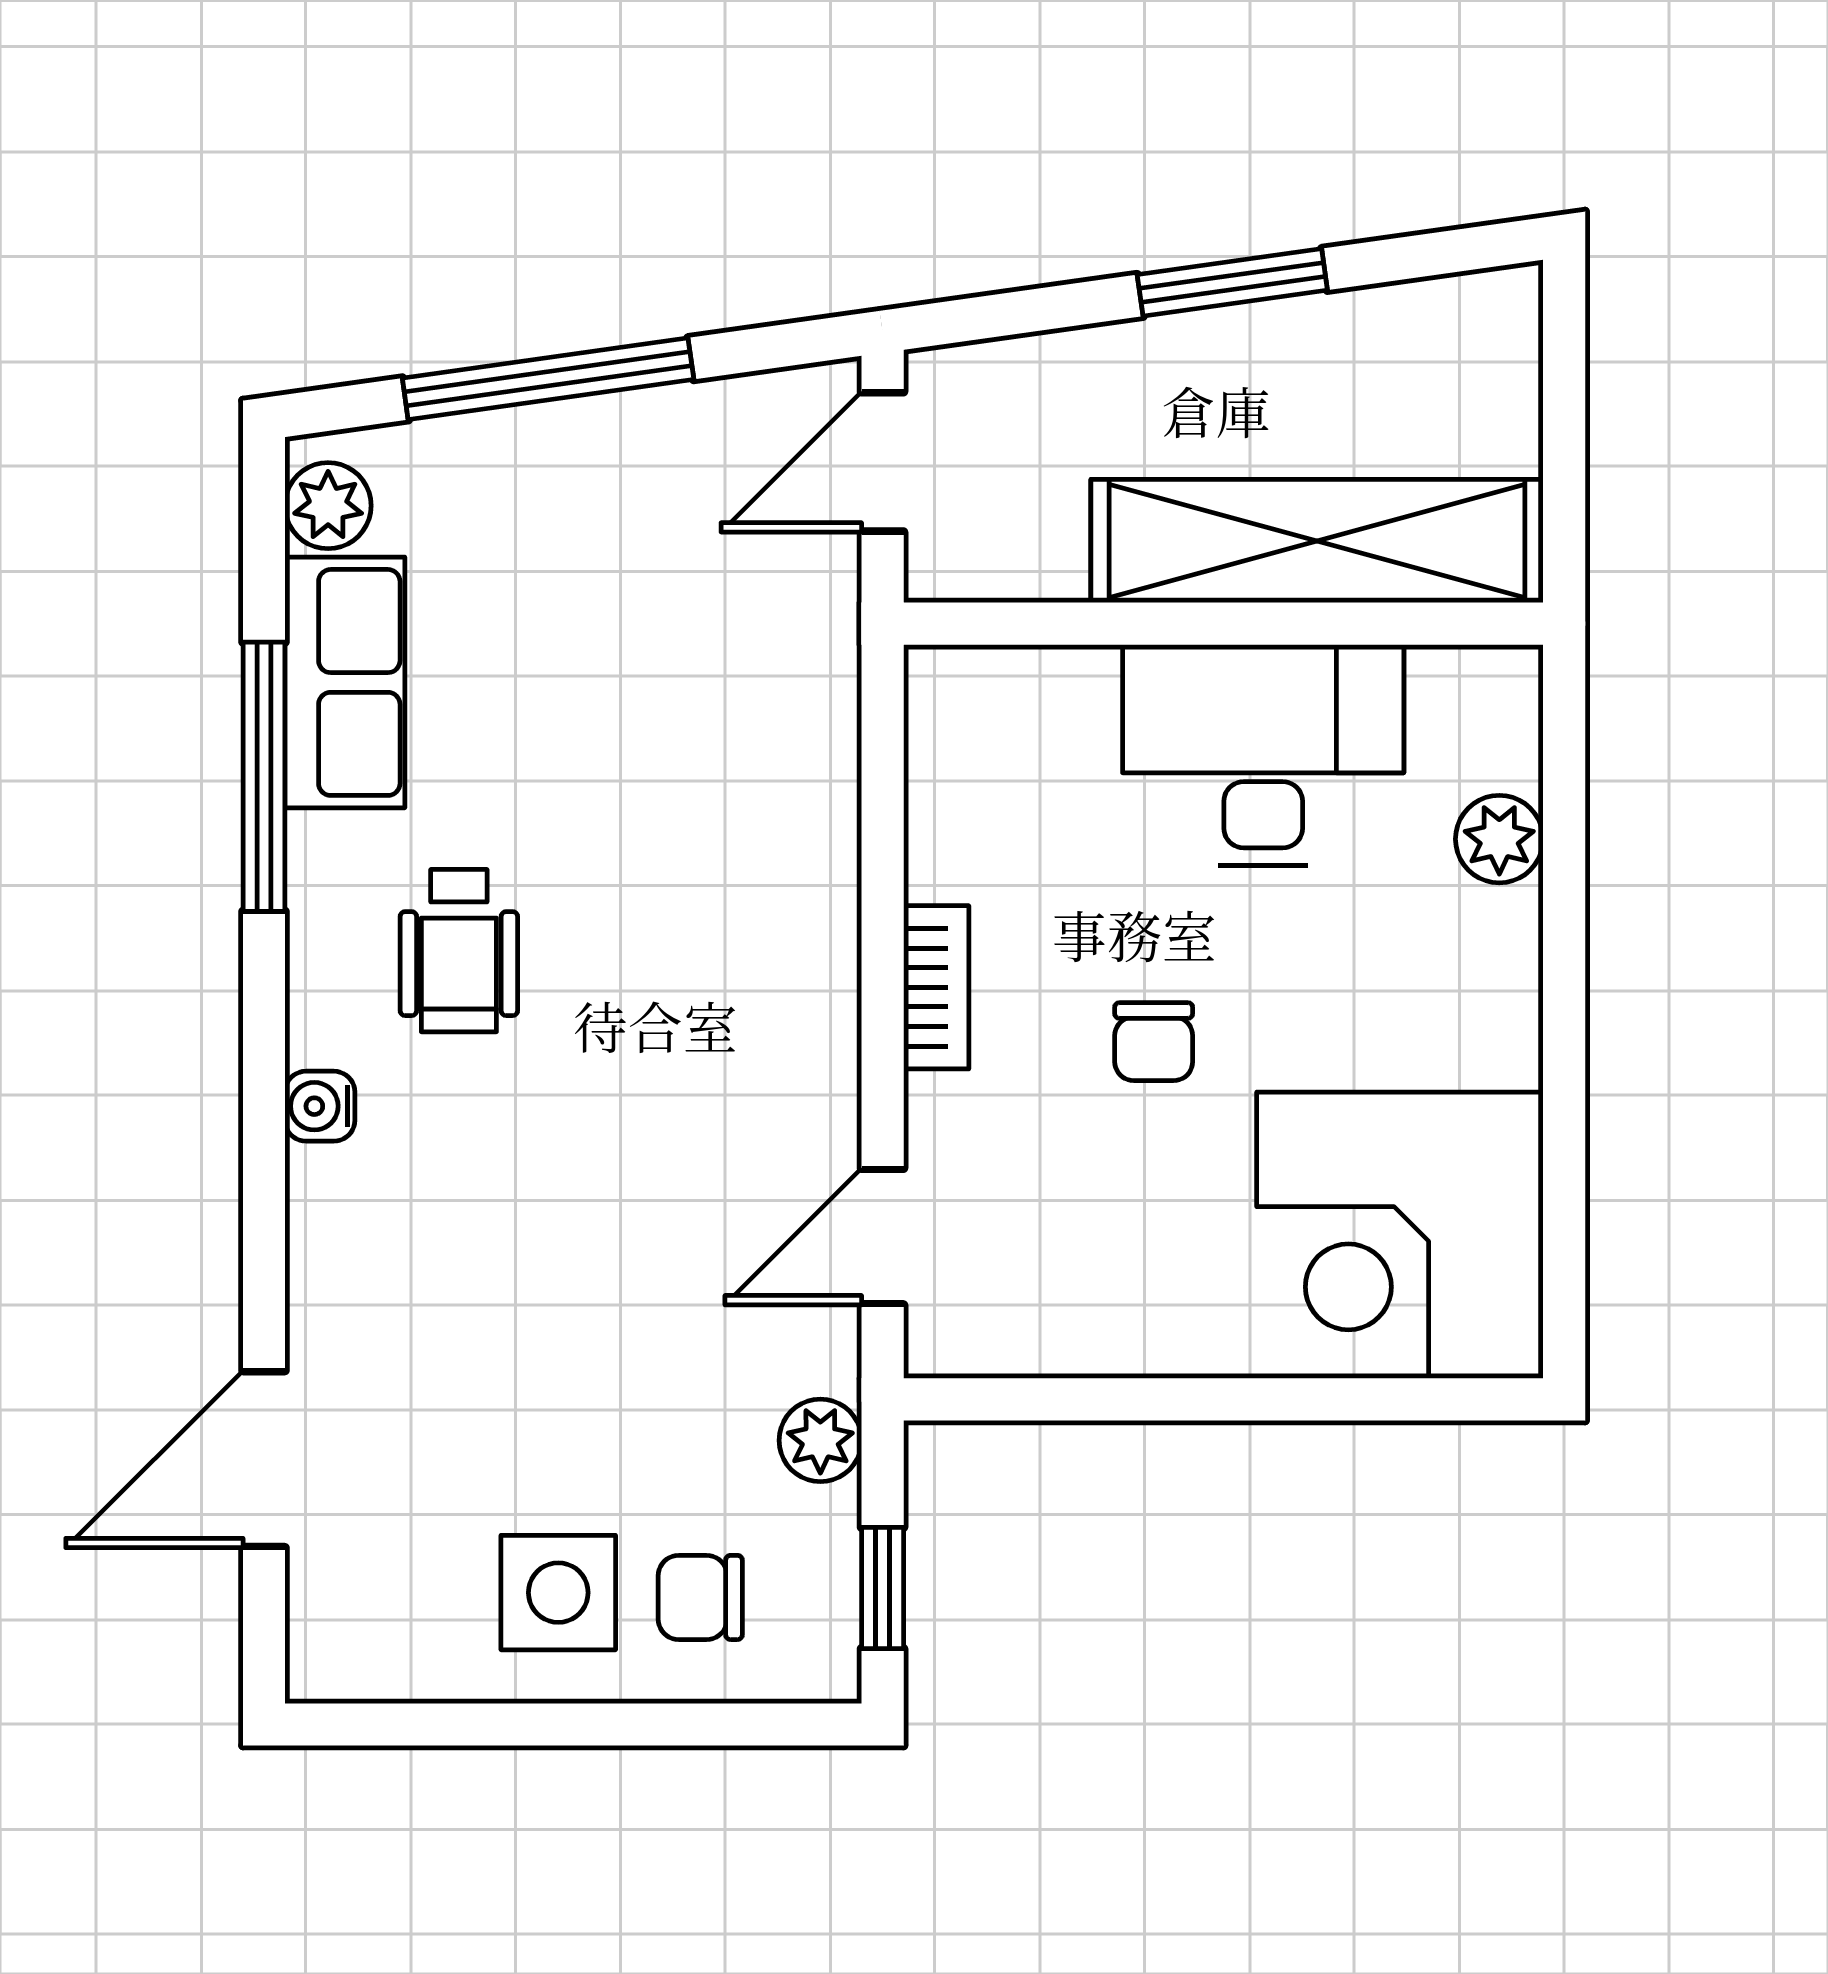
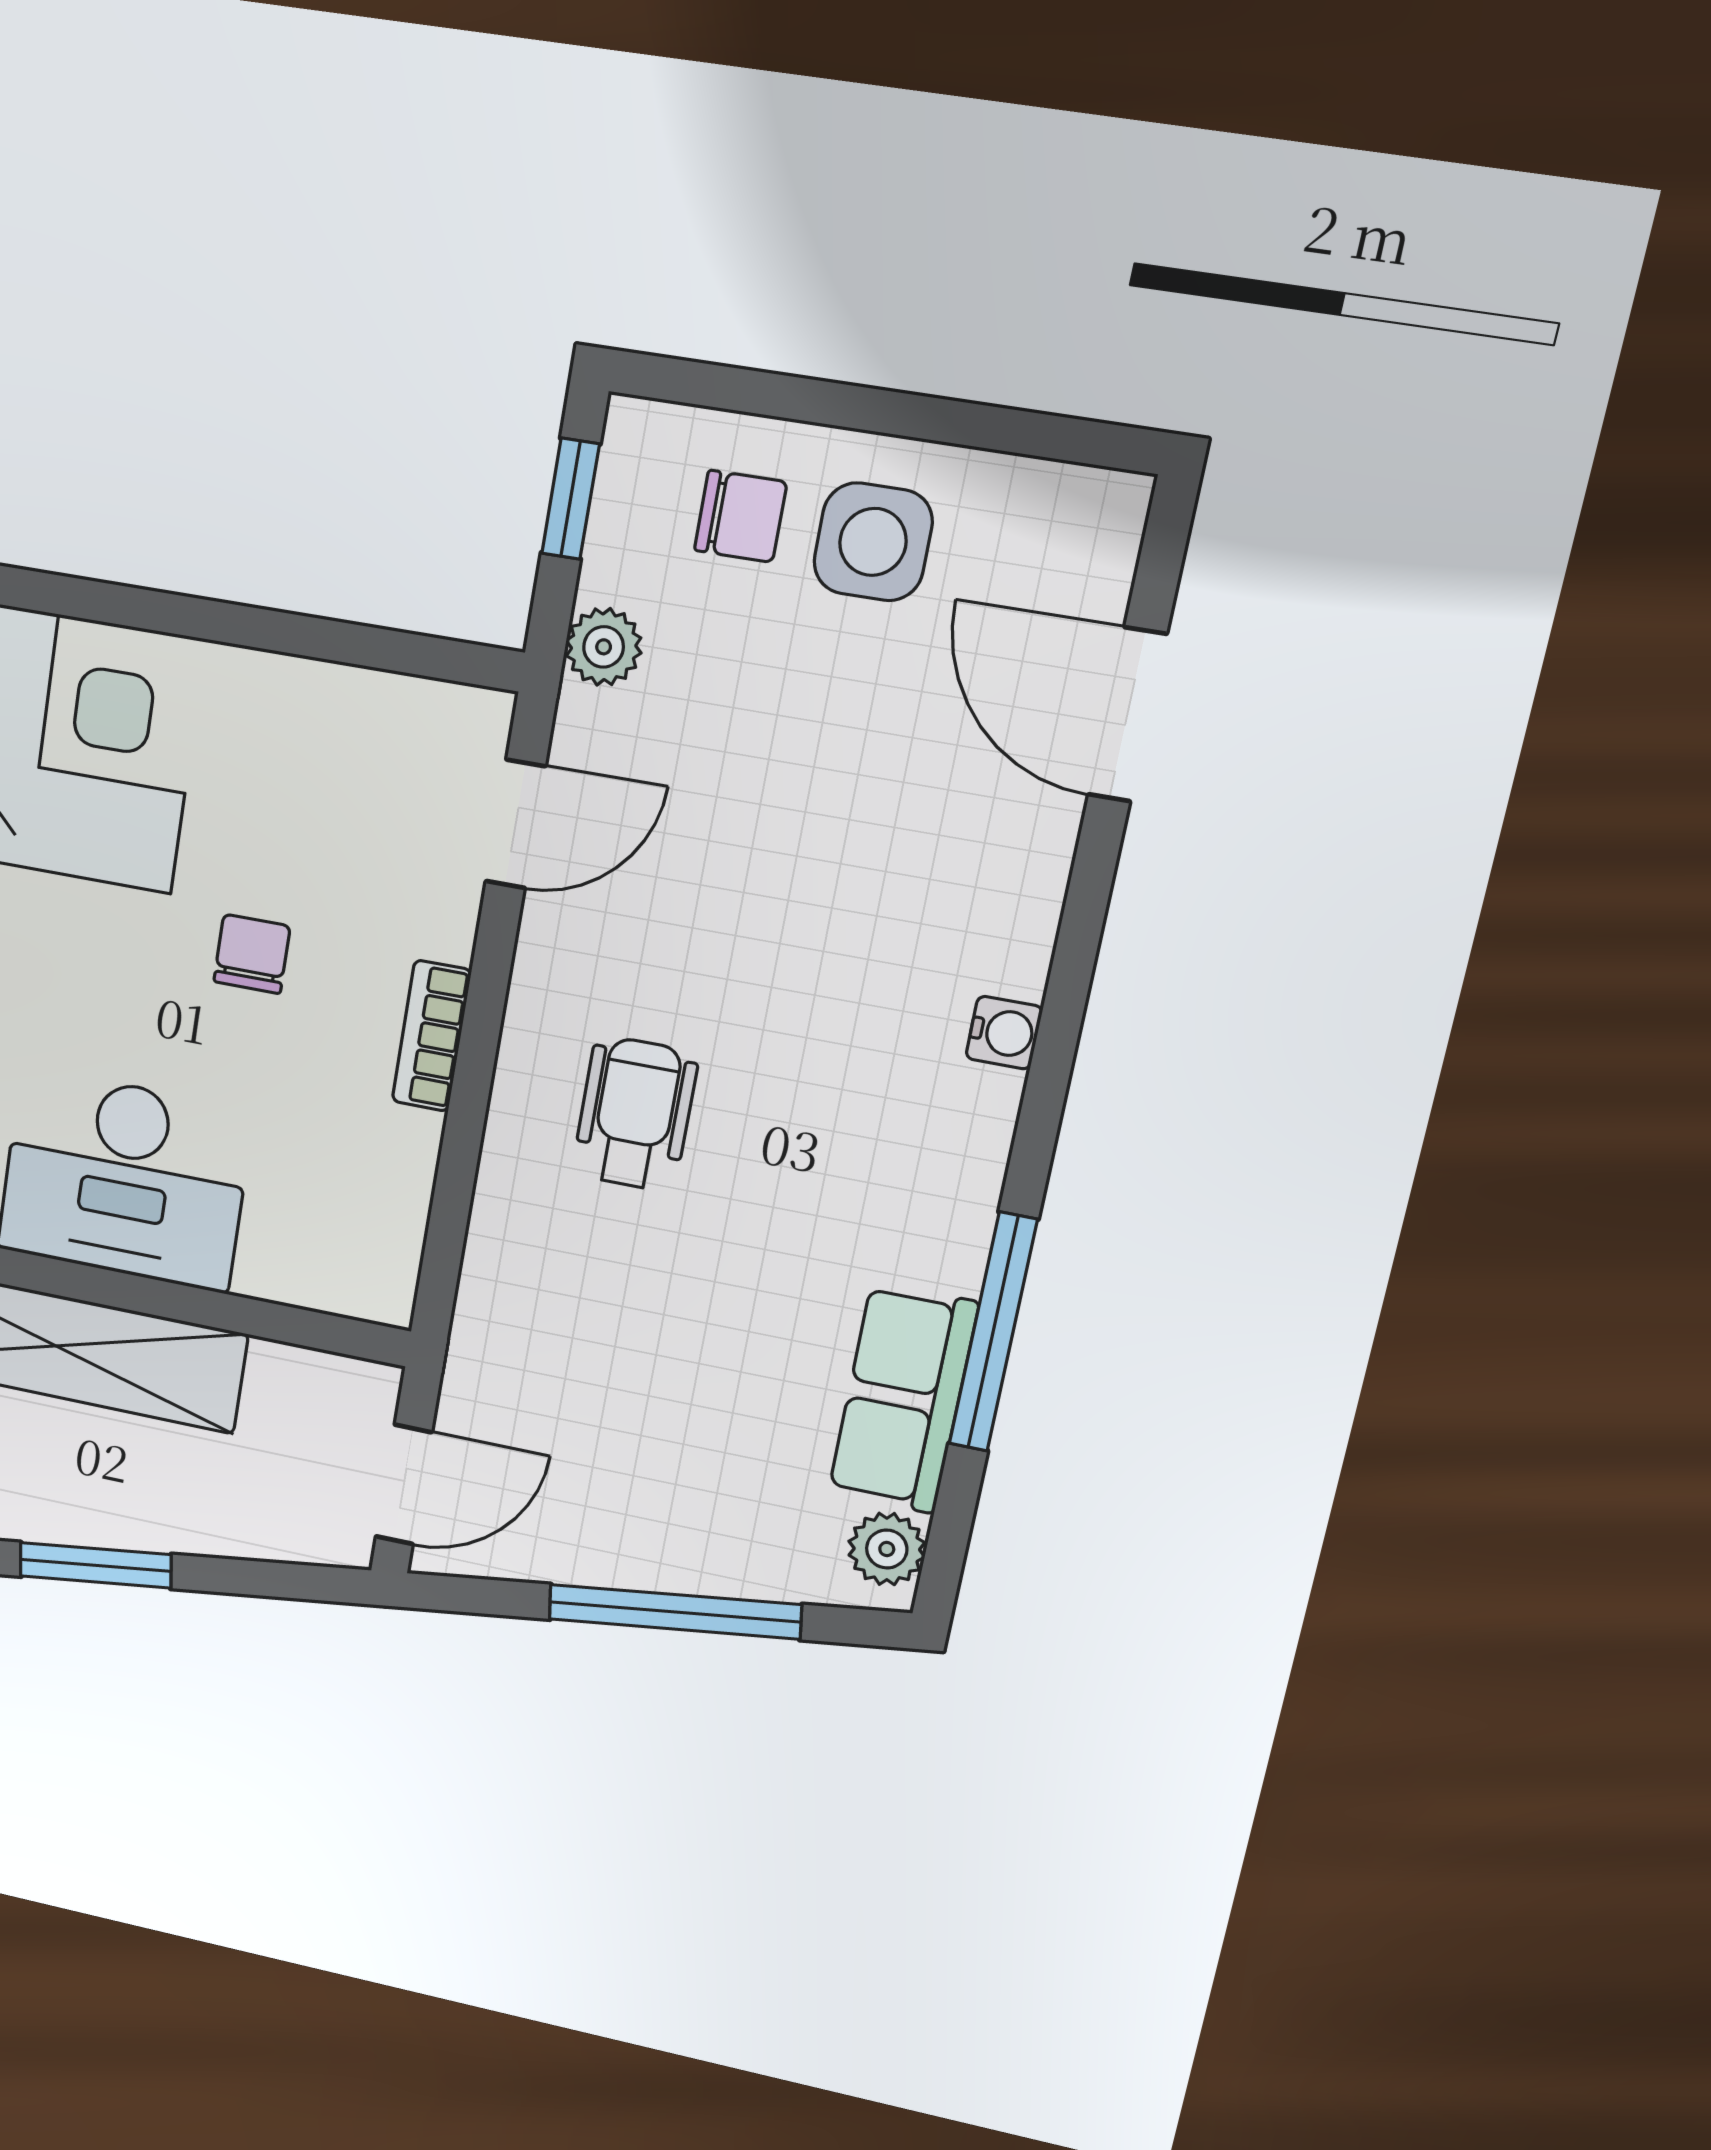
wheelchair: (459, 951) -> (635, 1114), moved
door: (264, 1459) -> (1127, 715), swing flipped

